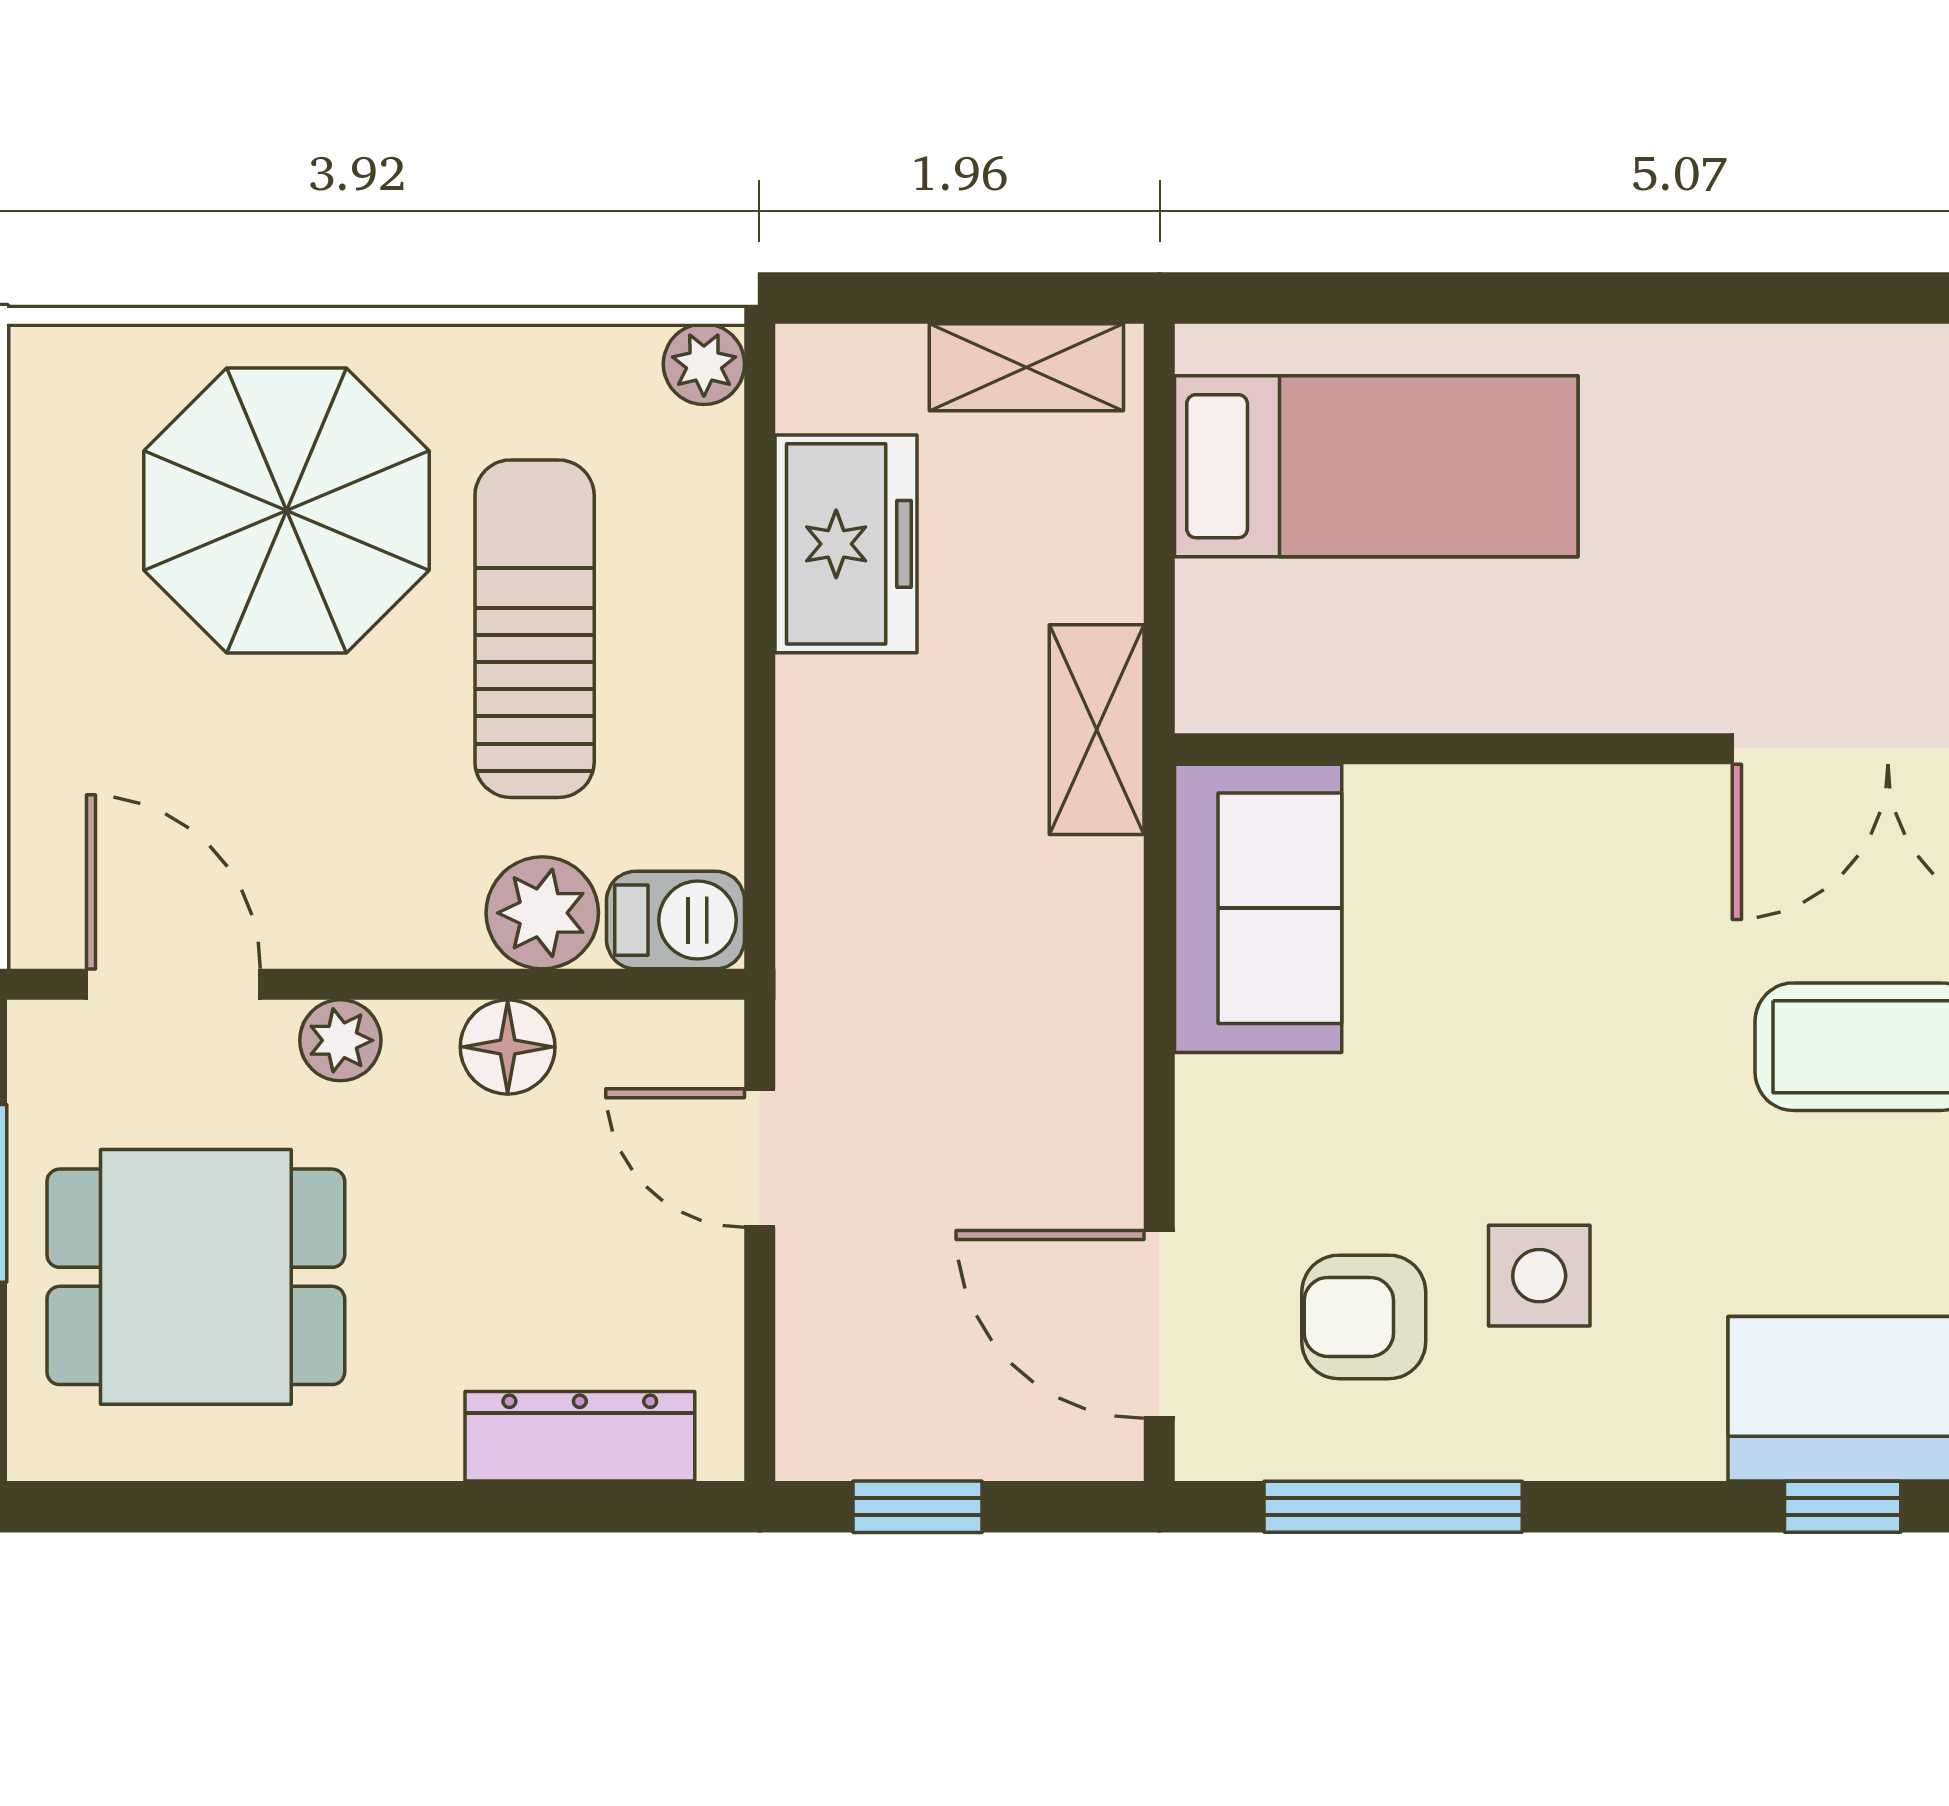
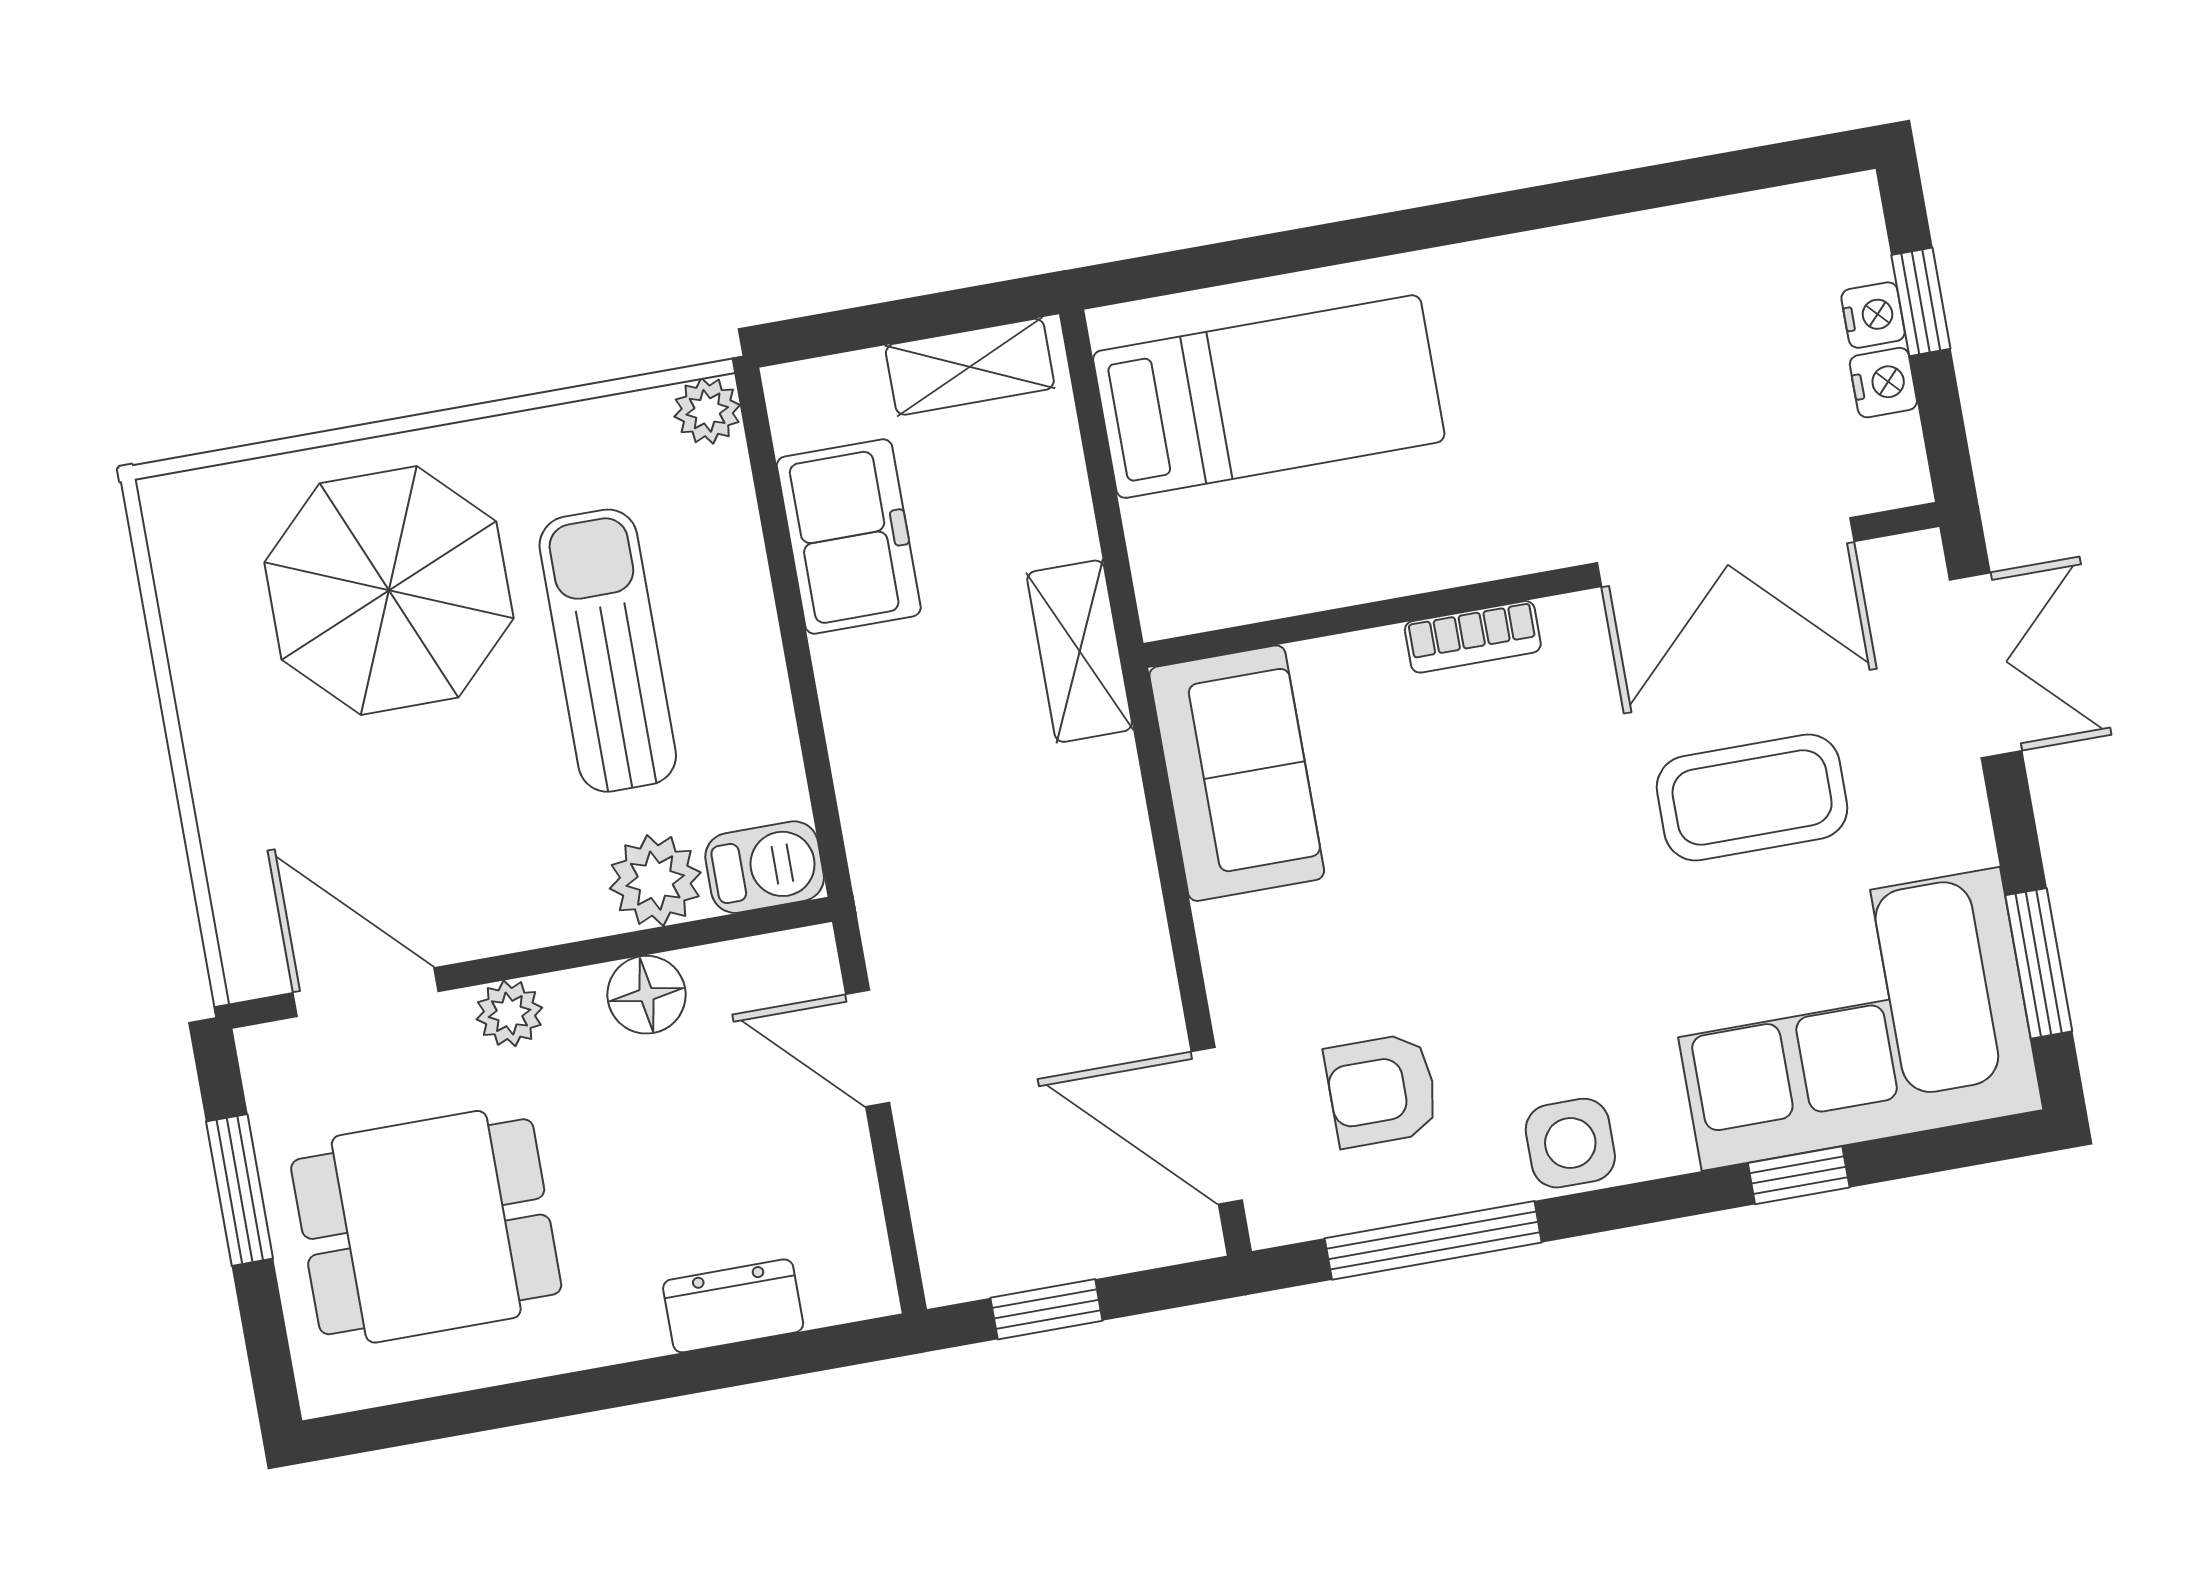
bookcase: (1568, 796) -> (1473, 637), added
side table: (1539, 1276) -> (1570, 1143), moved
dresser: (580, 1436) -> (733, 1306), width x0.70

